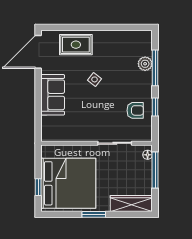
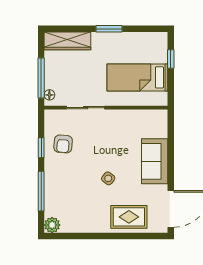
plant: (145, 64) -> (52, 225), moved
armchair: (135, 110) -> (63, 144), turned -85
bed: (68, 183) -> (137, 77), width x0.49

